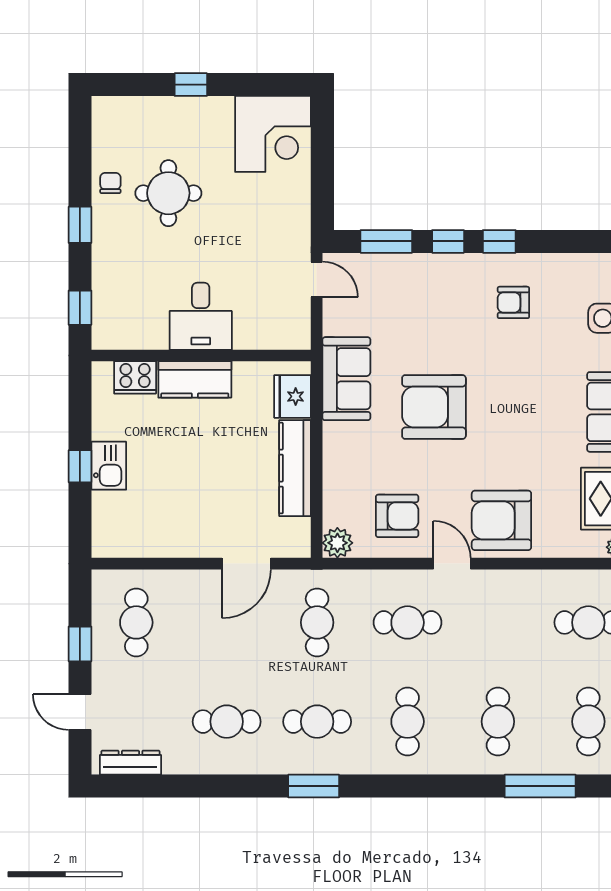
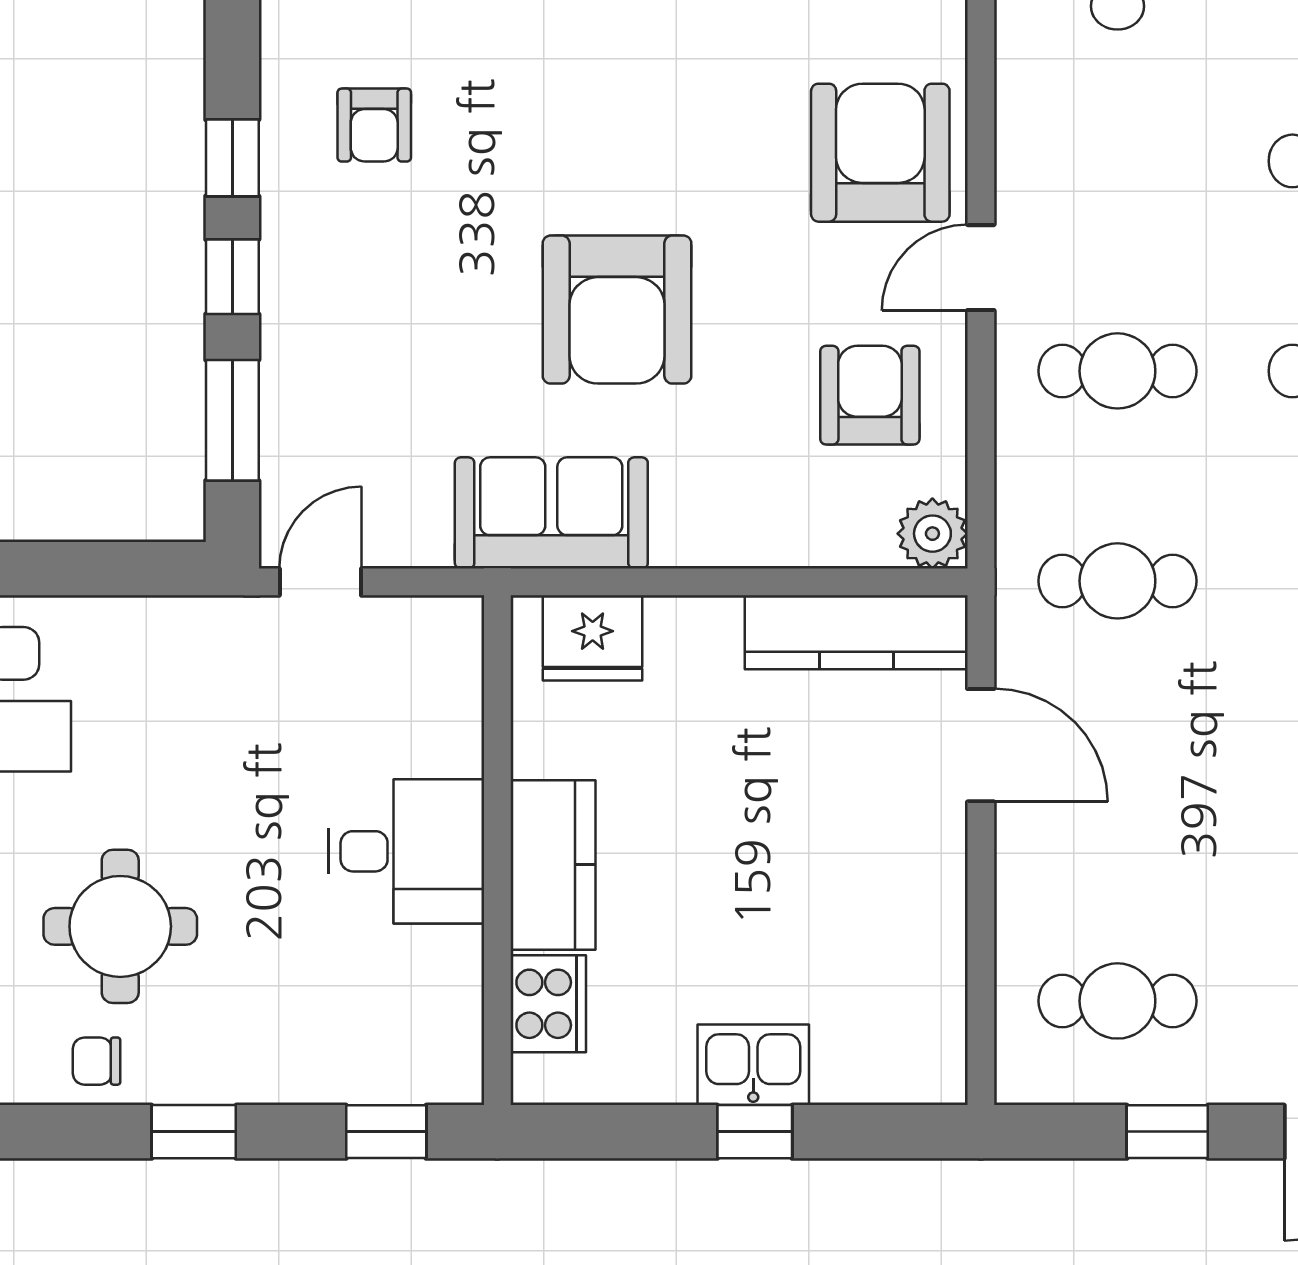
kitchen counter: (295, 468) -> (856, 632), moved
armchair: (501, 520) -> (880, 153), turned 180
cafe table: (408, 622) -> (1117, 371), turned 90

